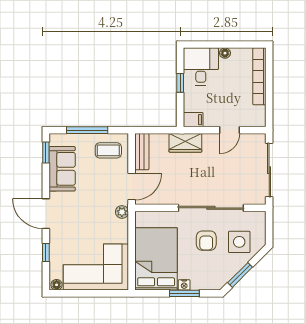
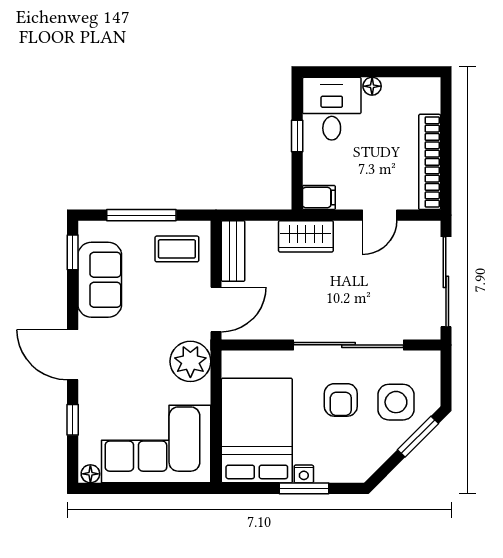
bookcase: (259, 76) -> (430, 162), moved
plant: (122, 212) -> (190, 361), width x1.87, depth x1.87
window: (240, 275) -> (418, 437), moved

